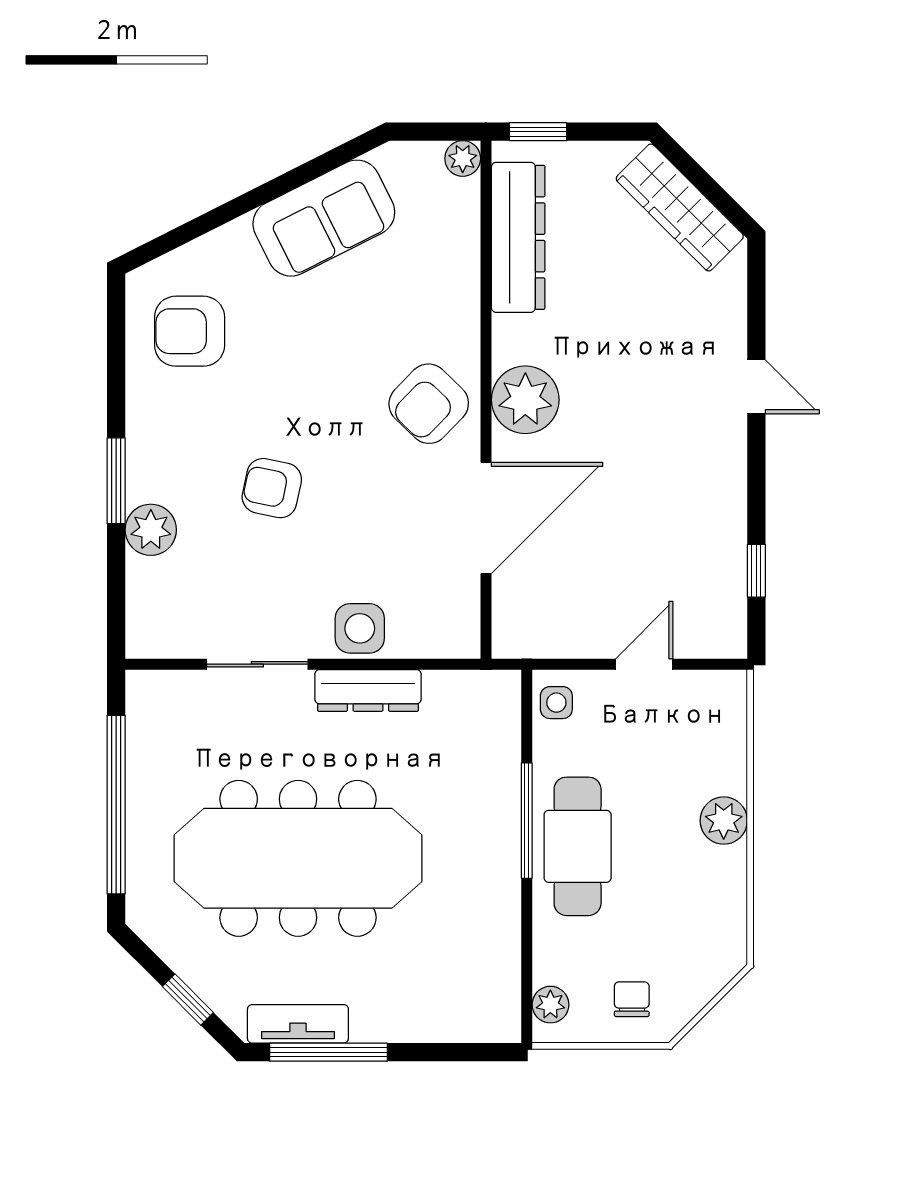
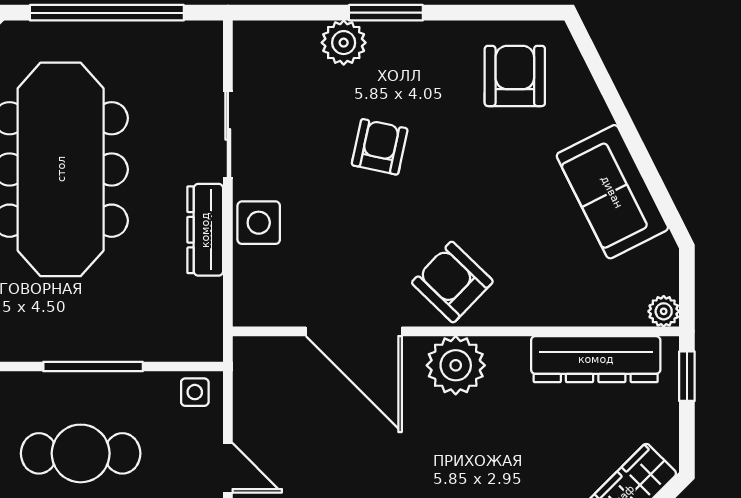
cafe table: (578, 846) -> (81, 453), moved

